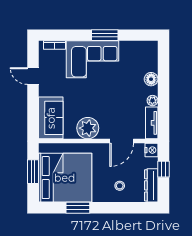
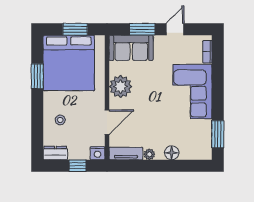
window: (105, 35) -> (218, 134), moved
window: (33, 107) -> (142, 29), added
door: (122, 141) -> (107, 122), swing flipped
dresser: (151, 185) -> (55, 153), width x0.70

